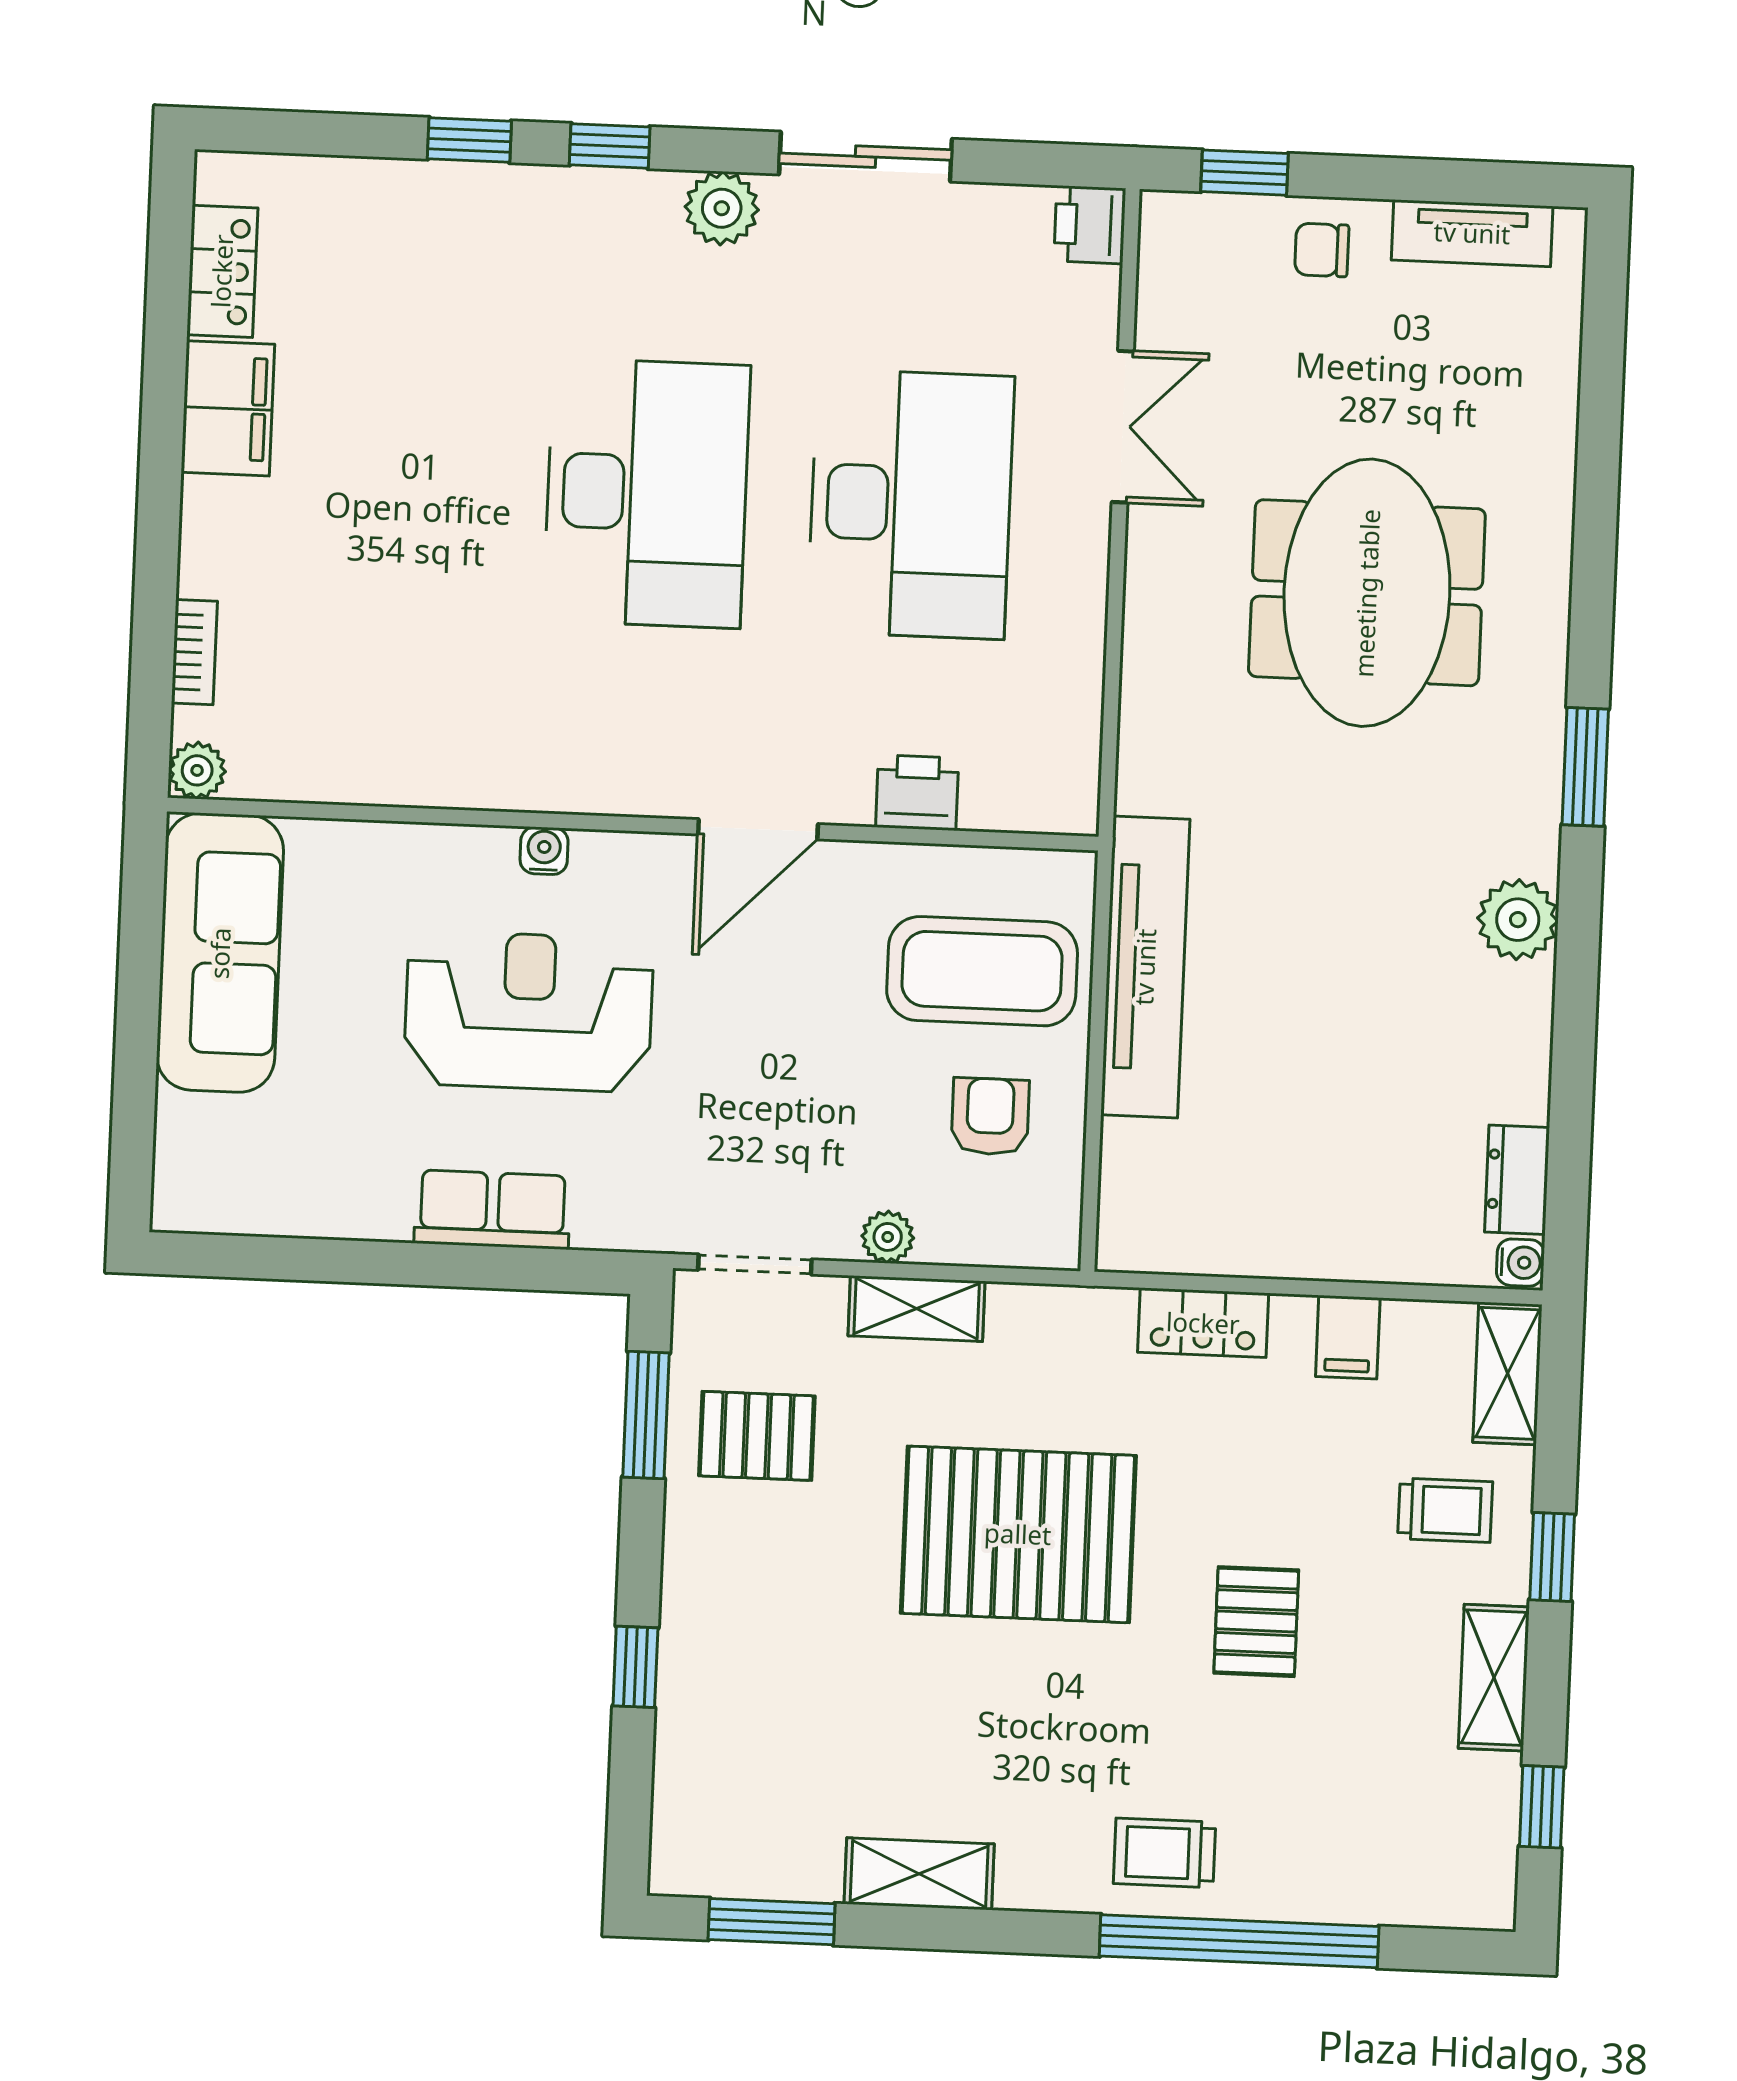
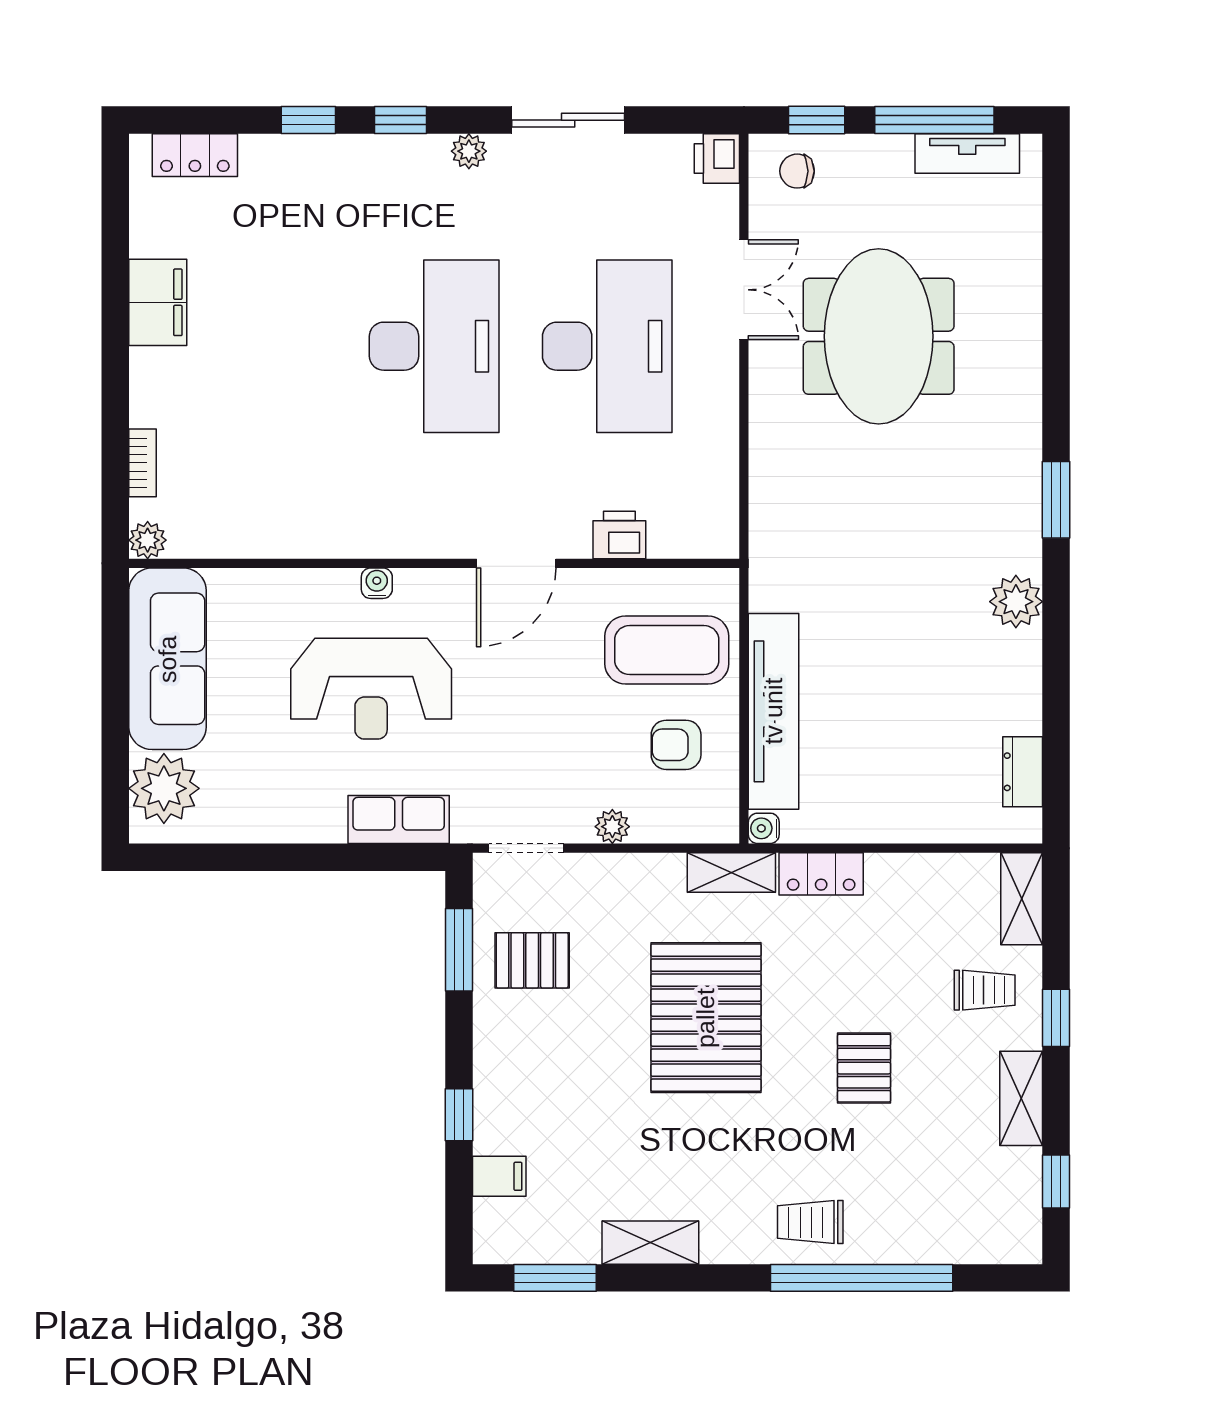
window: (1424, 180) -> (934, 120), added
plant: (722, 208) -> (469, 151), width x0.73, depth x0.73
chair: (1322, 250) -> (797, 171), moved
locker: (222, 271) -> (195, 155), moved, turned 90
meeting table: (1367, 593) -> (879, 336), moved
tv unit: (1145, 967) -> (774, 711), moved
reception desk: (529, 1011) -> (371, 689), turned 180
armchair: (990, 1116) -> (676, 745), turned -90
plant: (206, 1150) -> (164, 788), added
row of seats: (492, 1210) -> (399, 819), moved
water cooler: (1520, 1263) -> (764, 828), moved, turned 180
shelving: (917, 1308) -> (731, 873), moved
filing cabinet: (1348, 1337) -> (499, 1176), moved, turned -90
pallet: (1018, 1534) -> (706, 1018), turned 90

